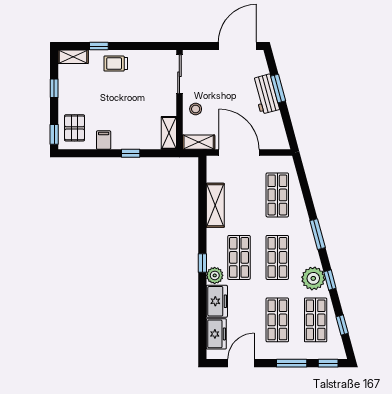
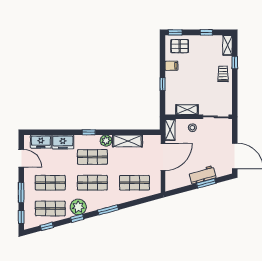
shelving: (169, 133) -> (187, 110), moved
plant: (215, 275) -> (106, 141), moved

